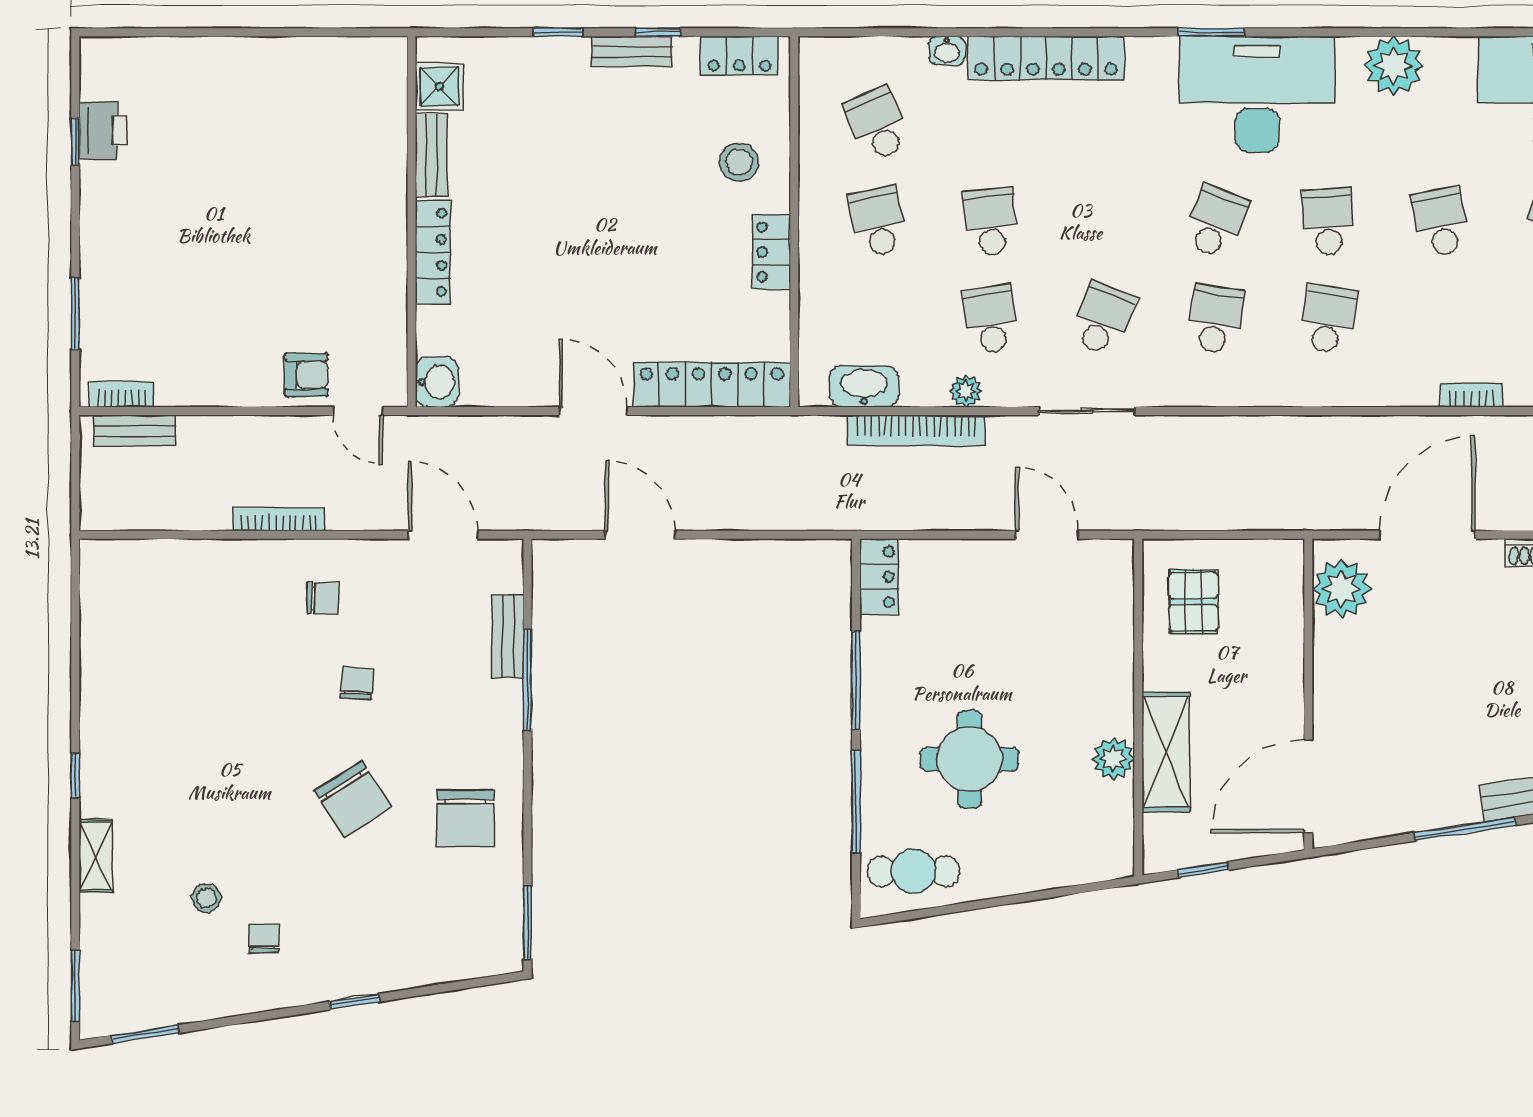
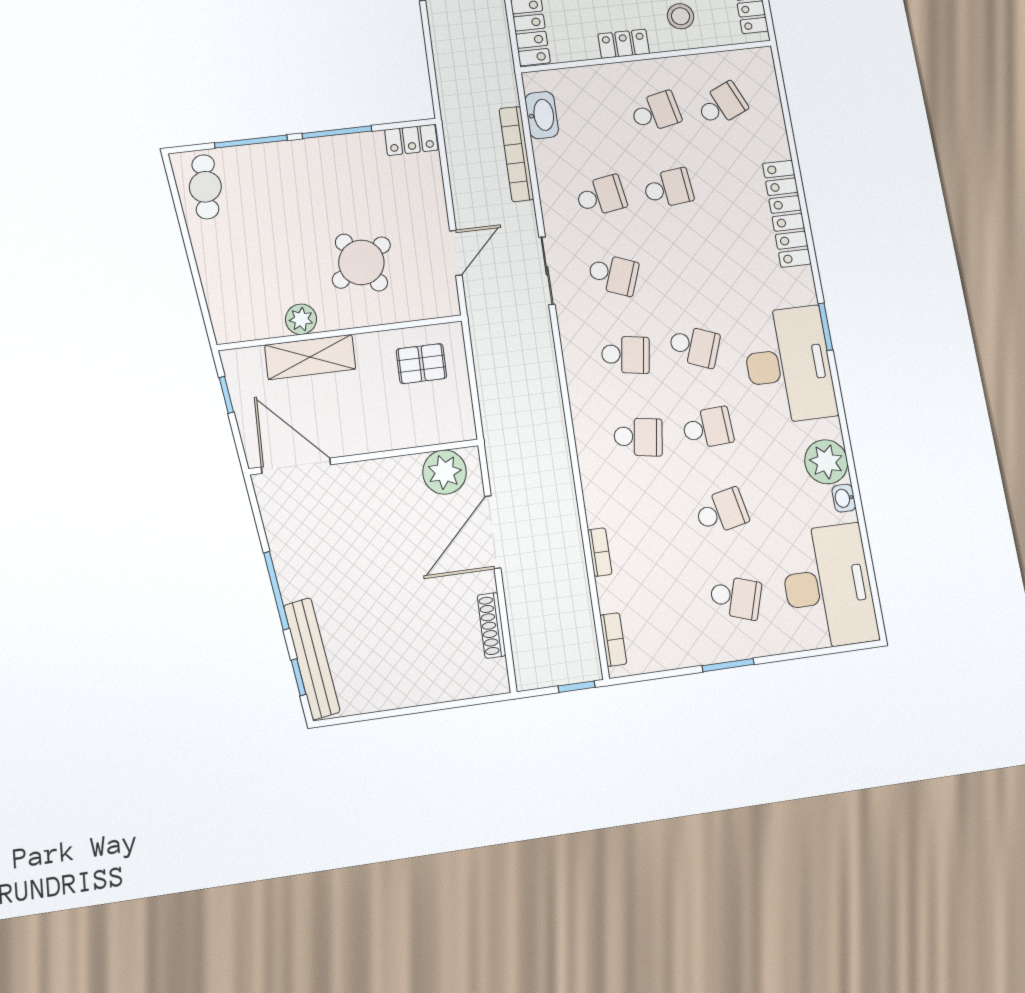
washbasin: (947, 51) -> (844, 498), moved
plant: (966, 391) -> (549, 185), removed
door: (1428, 535) -> (493, 532), swing flipped
round table: (969, 759) -> (361, 262), moved, turned -34

